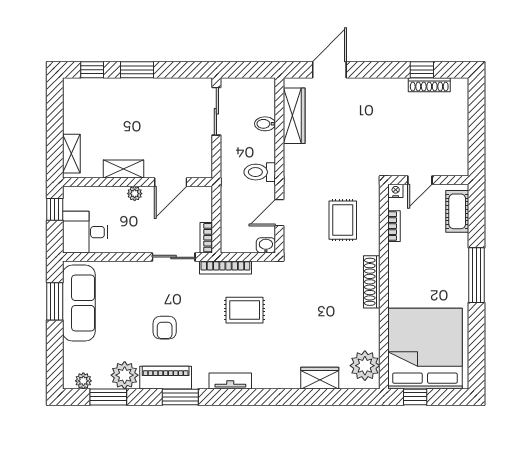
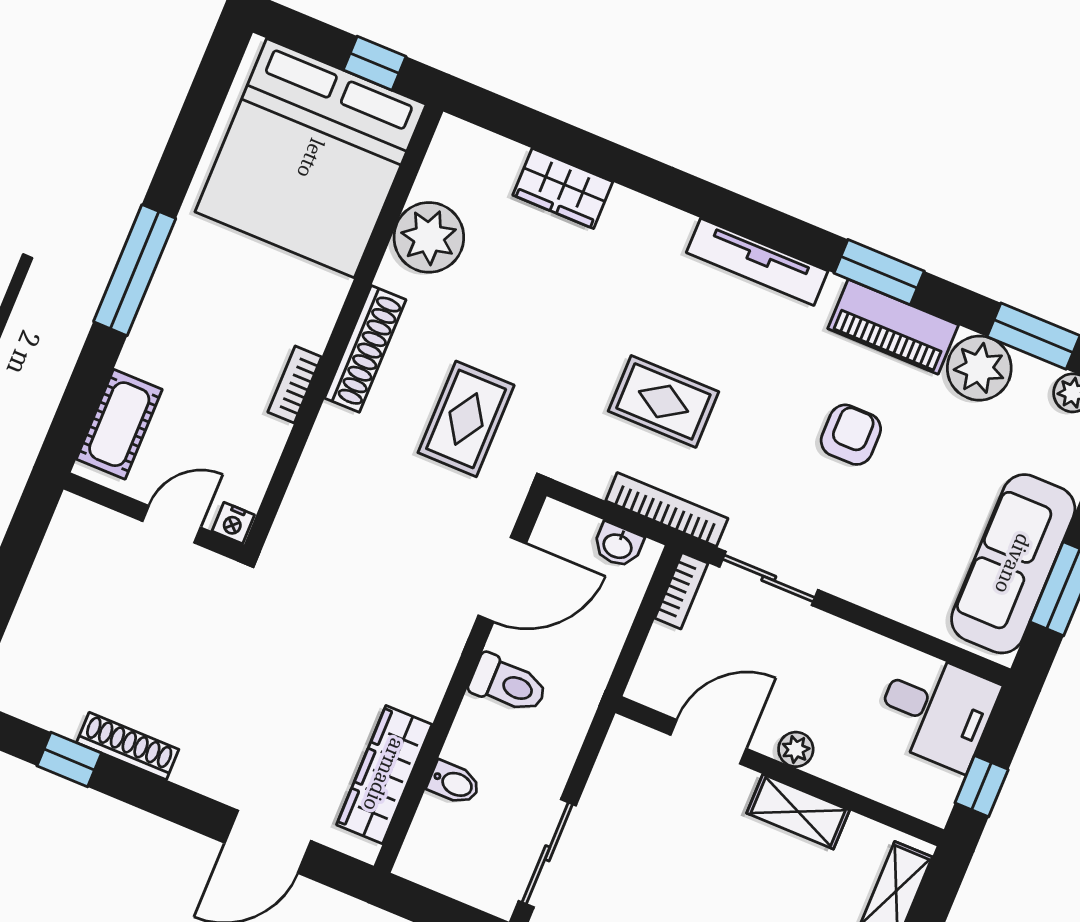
shoe rack: (429, 85) -> (128, 746), moved
door: (279, 213) -> (502, 580), width x1.38
rug: (343, 220) -> (466, 419), moved
bookcase: (394, 226) -> (295, 385), moved
washbasin: (266, 245) -> (618, 545), moved
plant: (365, 366) -> (429, 237), moved
tv unit: (230, 381) -> (757, 262), width x1.41

